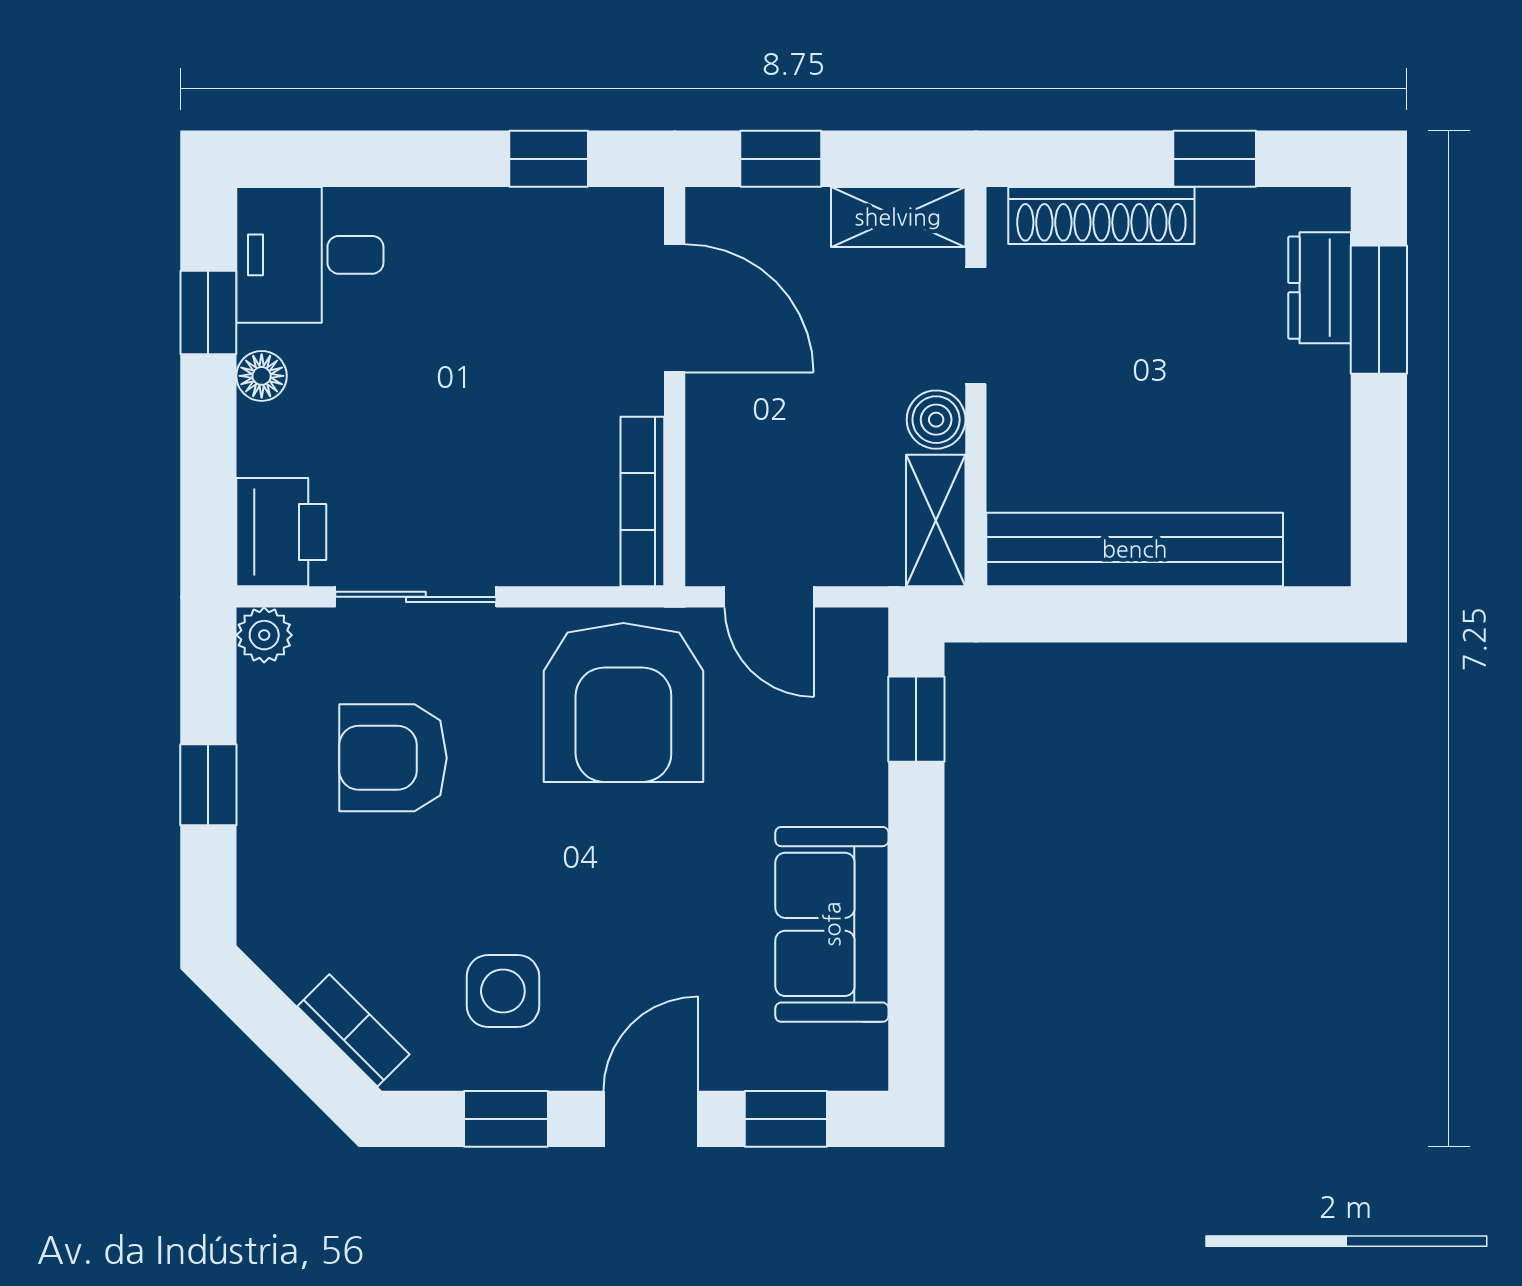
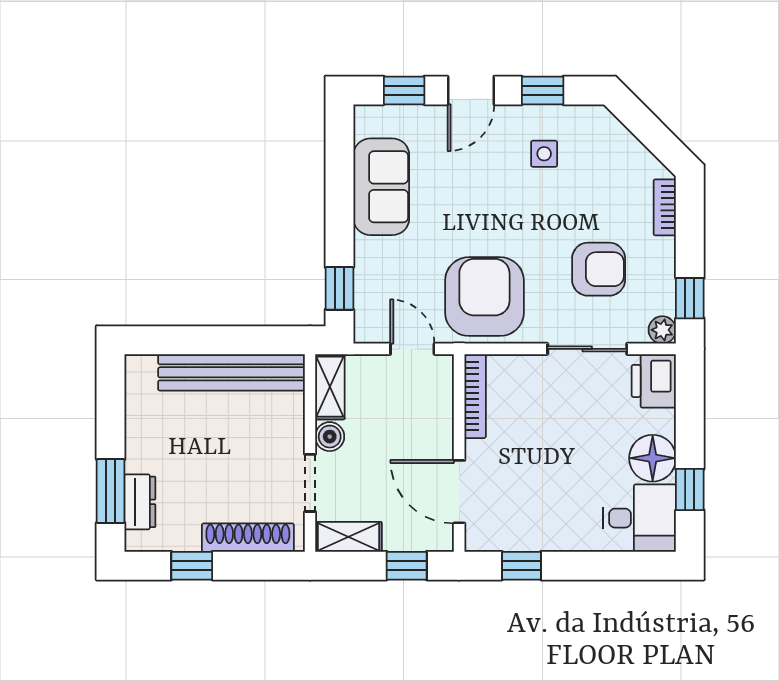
floor lamp: (262, 376) -> (653, 458), width x1.89, depth x1.89
window: (208, 785) -> (690, 298), moved
side table: (503, 991) -> (544, 154), width x0.73, depth x0.73
bookcase: (353, 1030) -> (665, 207), moved, turned 45

